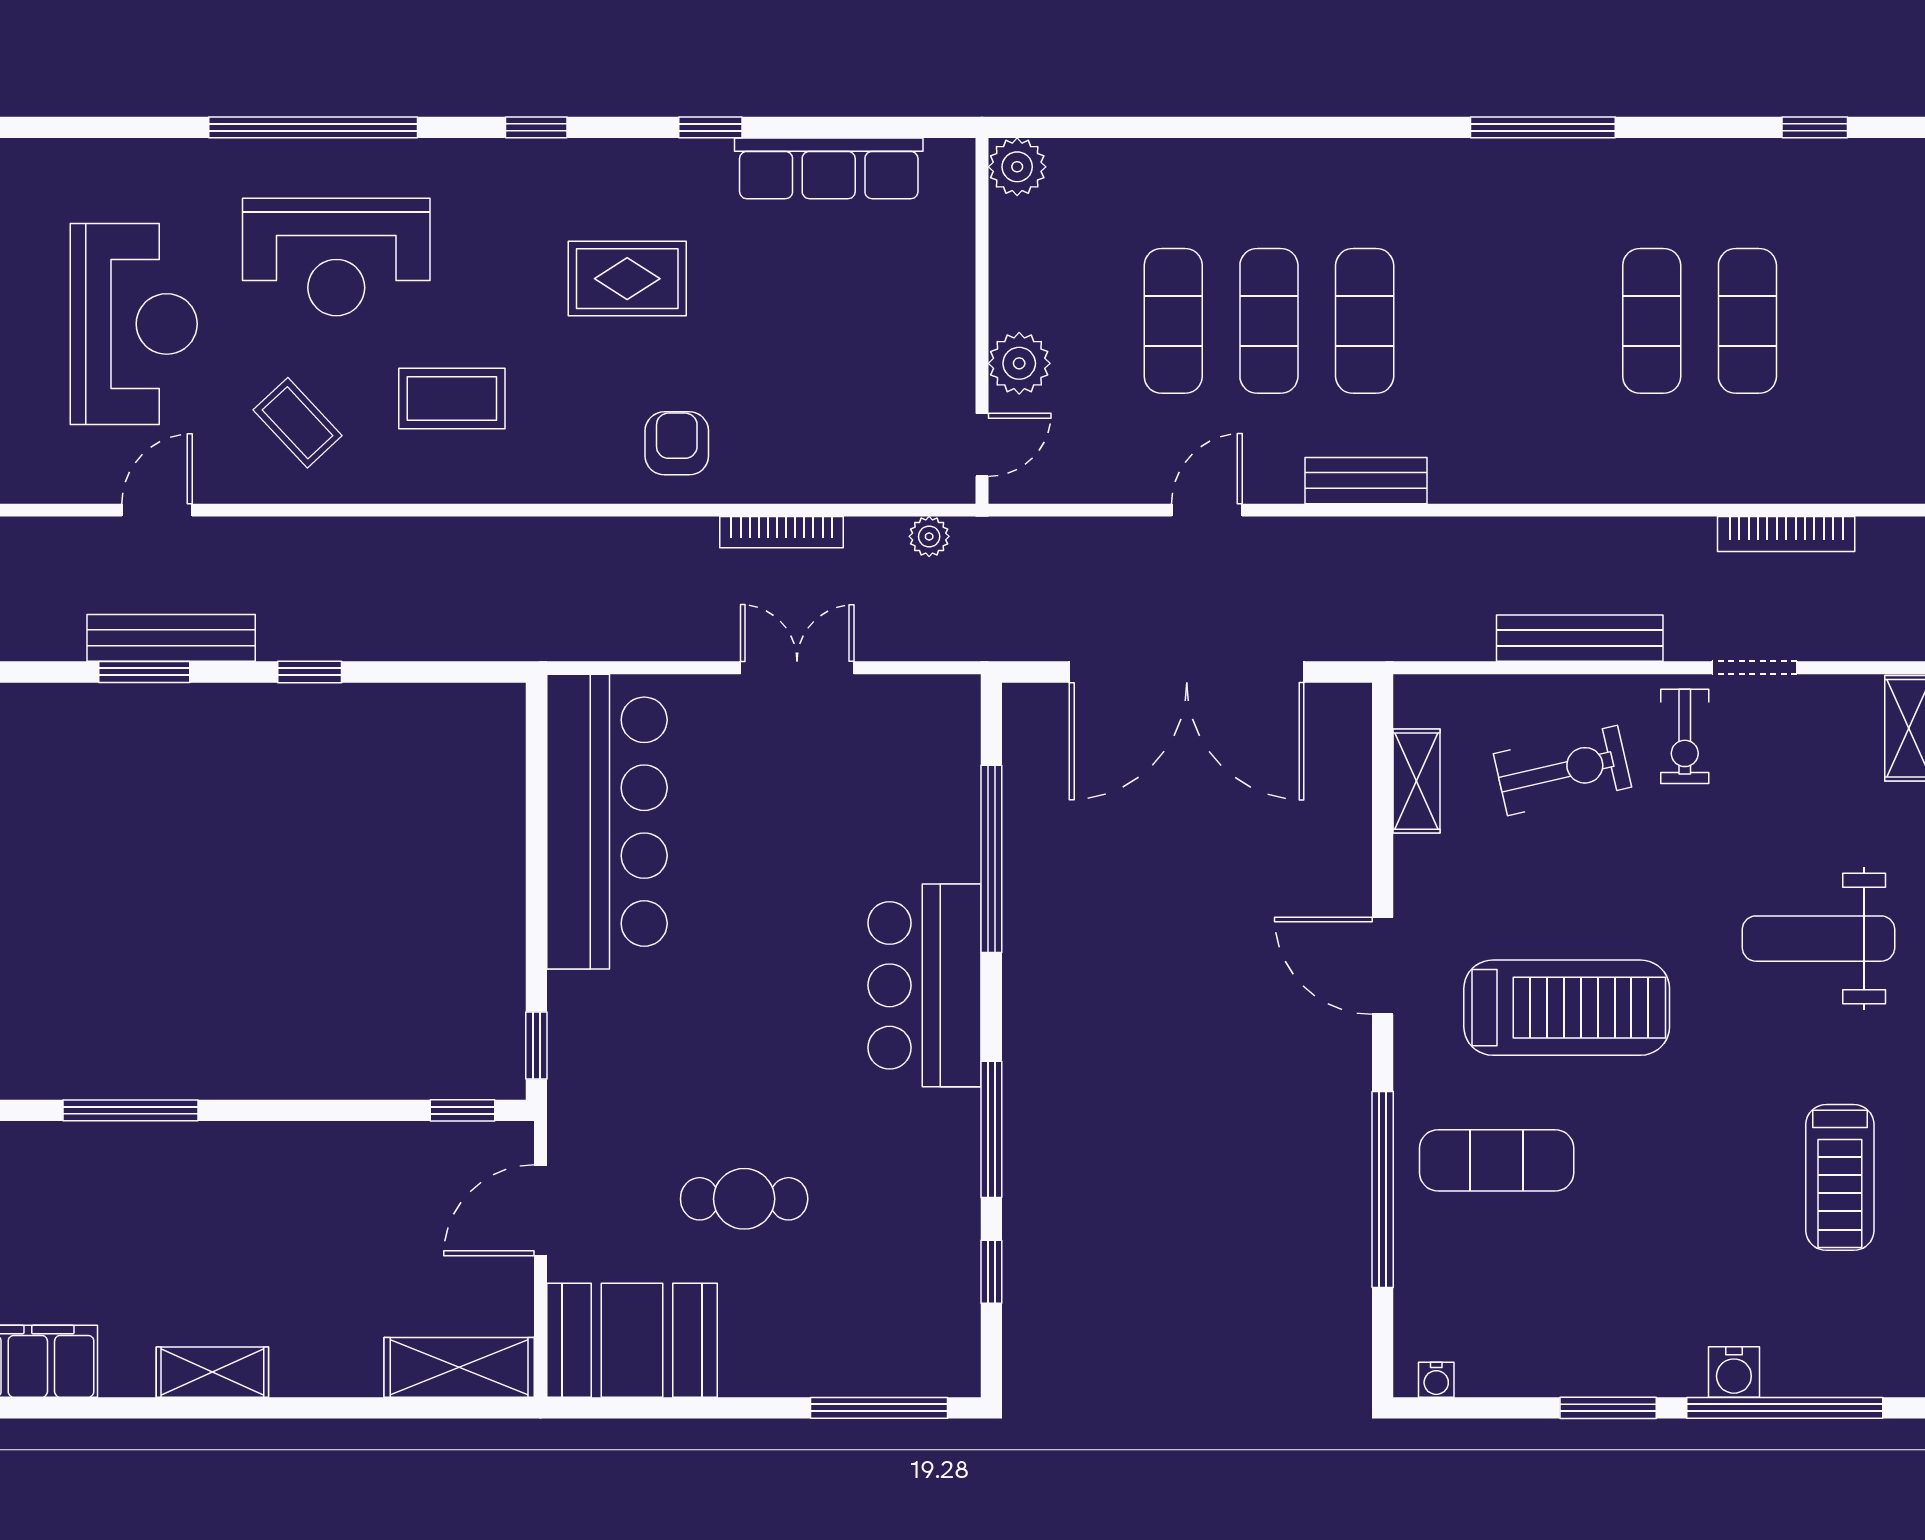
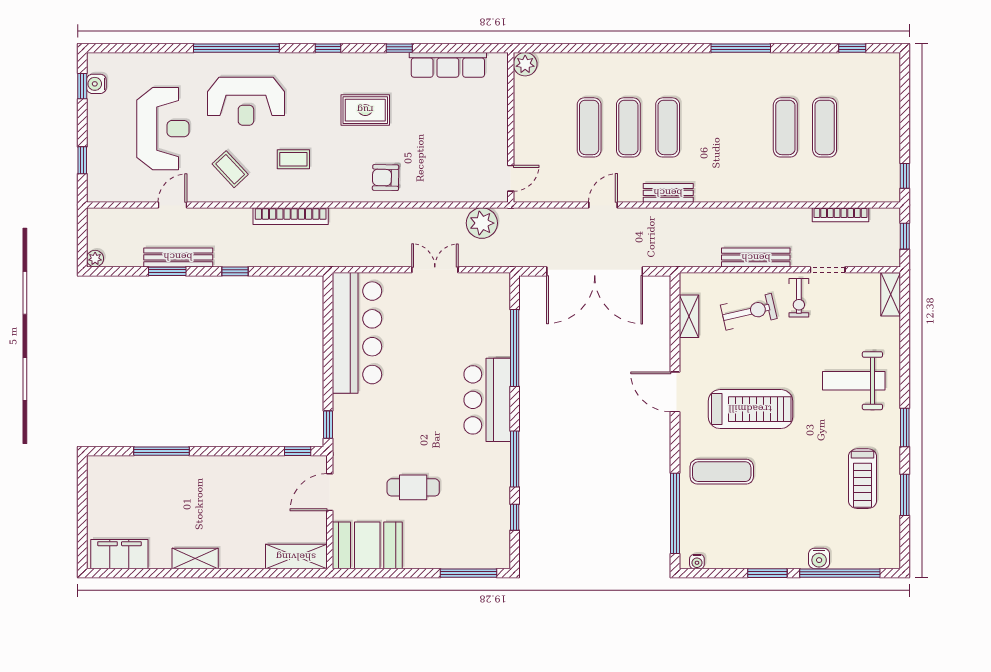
plant: (1019, 363) -> (526, 145), removed
coffee table: (452, 398) -> (293, 159), width x0.73, depth x0.77
armchair: (677, 443) -> (386, 178), turned -89
bookcase: (782, 532) -> (291, 216), moved, width x1.48, depth x1.31
plant: (929, 536) -> (482, 223), width x1.88, depth x1.88
window: (1383, 1190) -> (675, 513), moved

